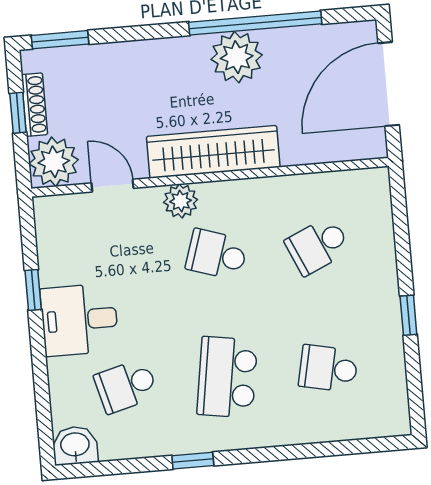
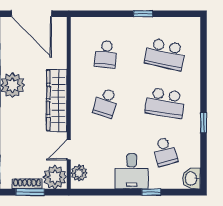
window: (18, 113) -> (30, 192), width x1.50
plant: (181, 201) -> (79, 173), moved
school desk: (318, 246) -> (106, 54), turned 30
window: (33, 290) -> (151, 192), moved
school desk: (328, 369) -> (165, 54), width x1.85

